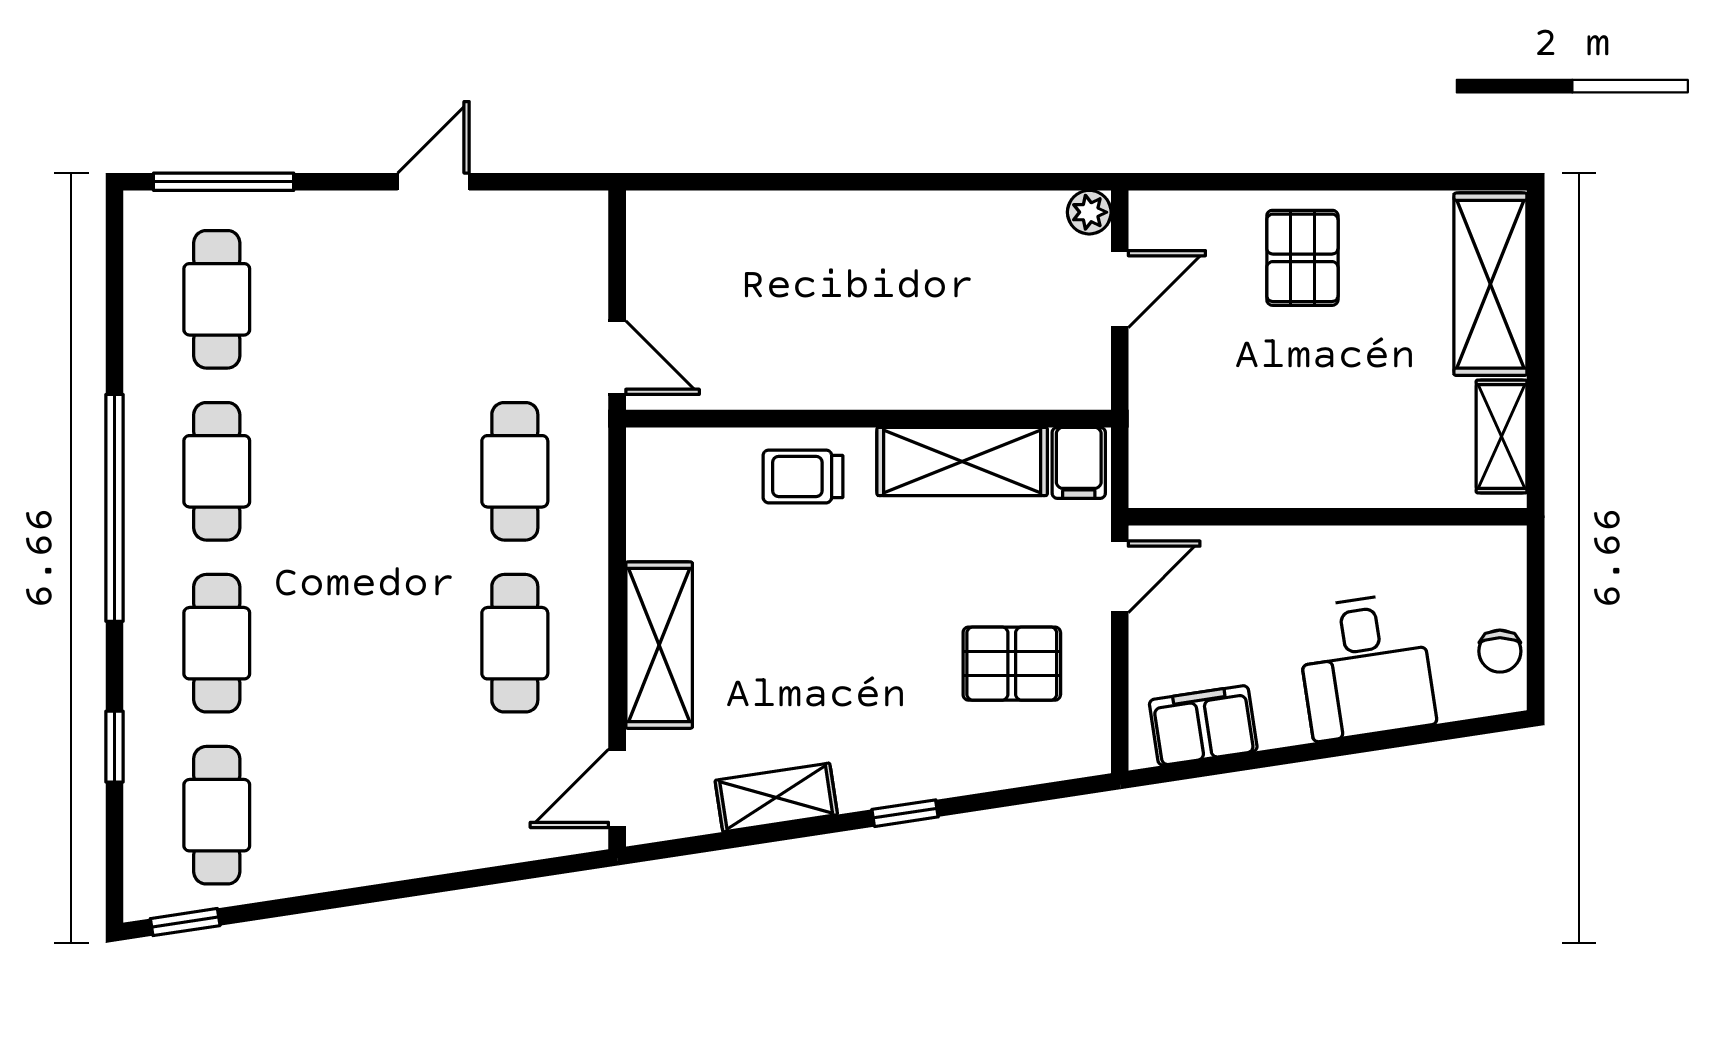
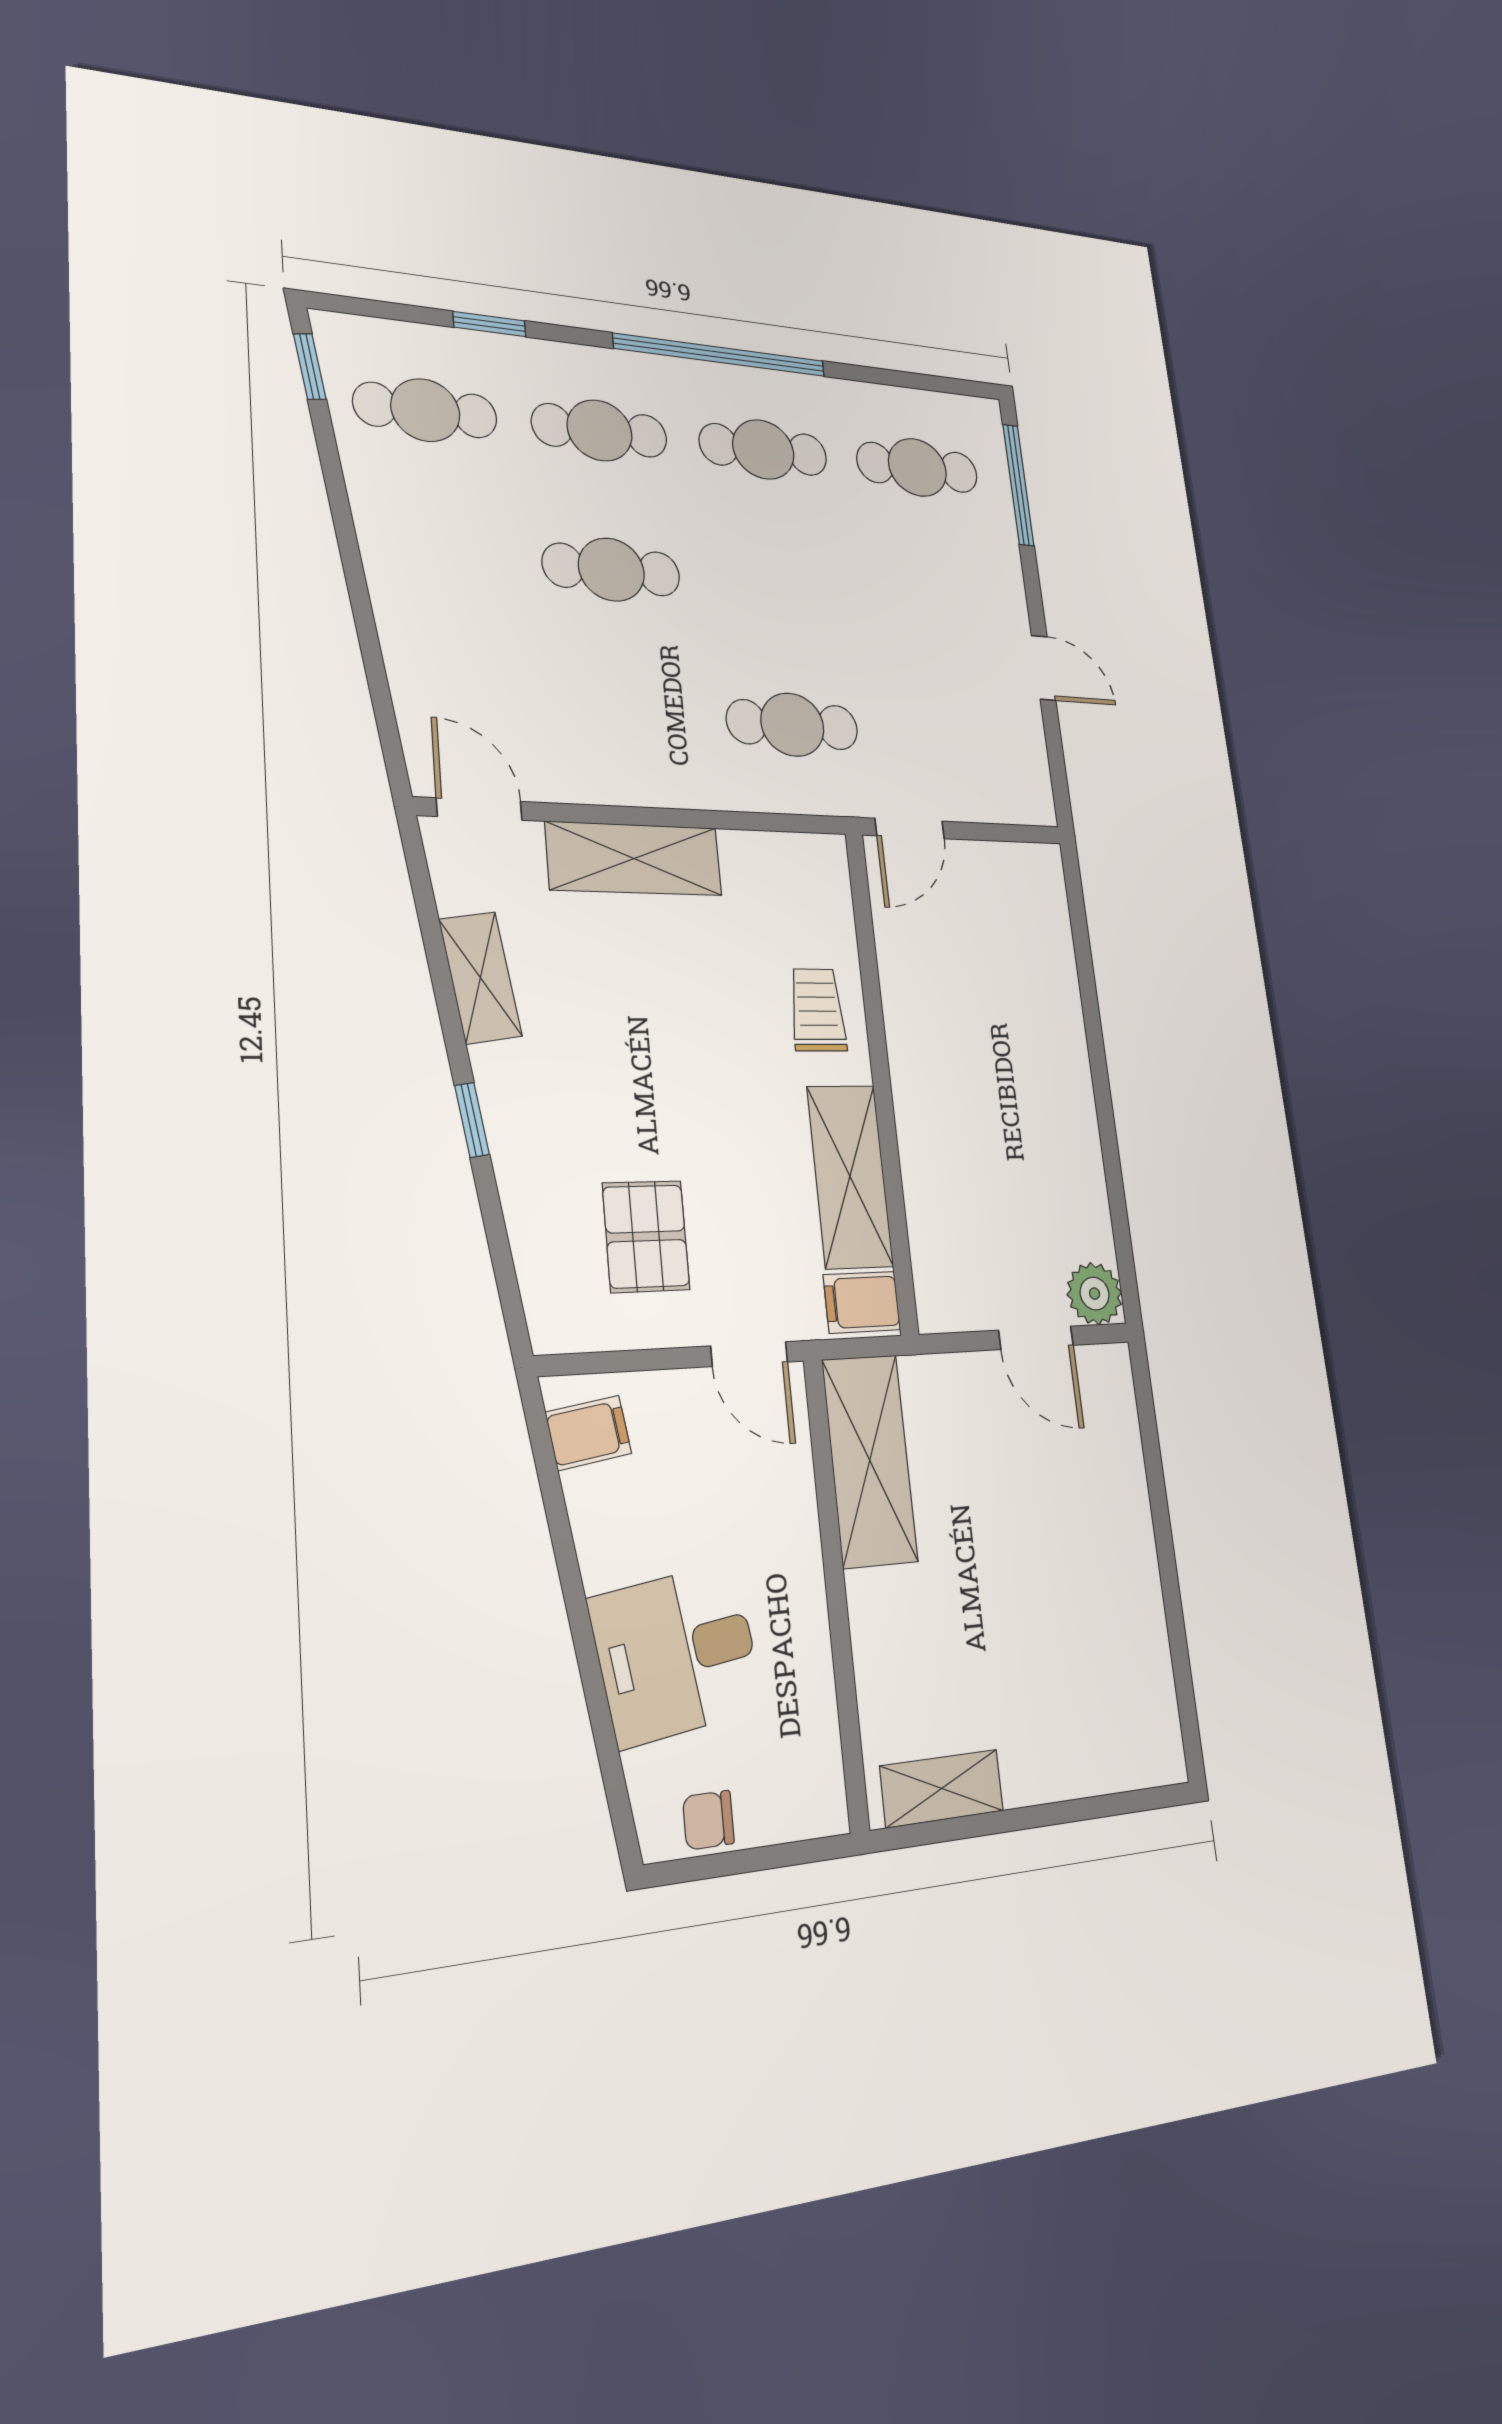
plant: (1089, 212) -> (1095, 1294), width x1.38, depth x1.38
pallet: (1302, 258) -> (1091, 1535), removed
shelving: (1490, 284) -> (870, 1460), moved, turned 90
cafe table: (515, 643) -> (611, 570), moved
filing cabinet: (1203, 725) -> (589, 1433), width x0.50

